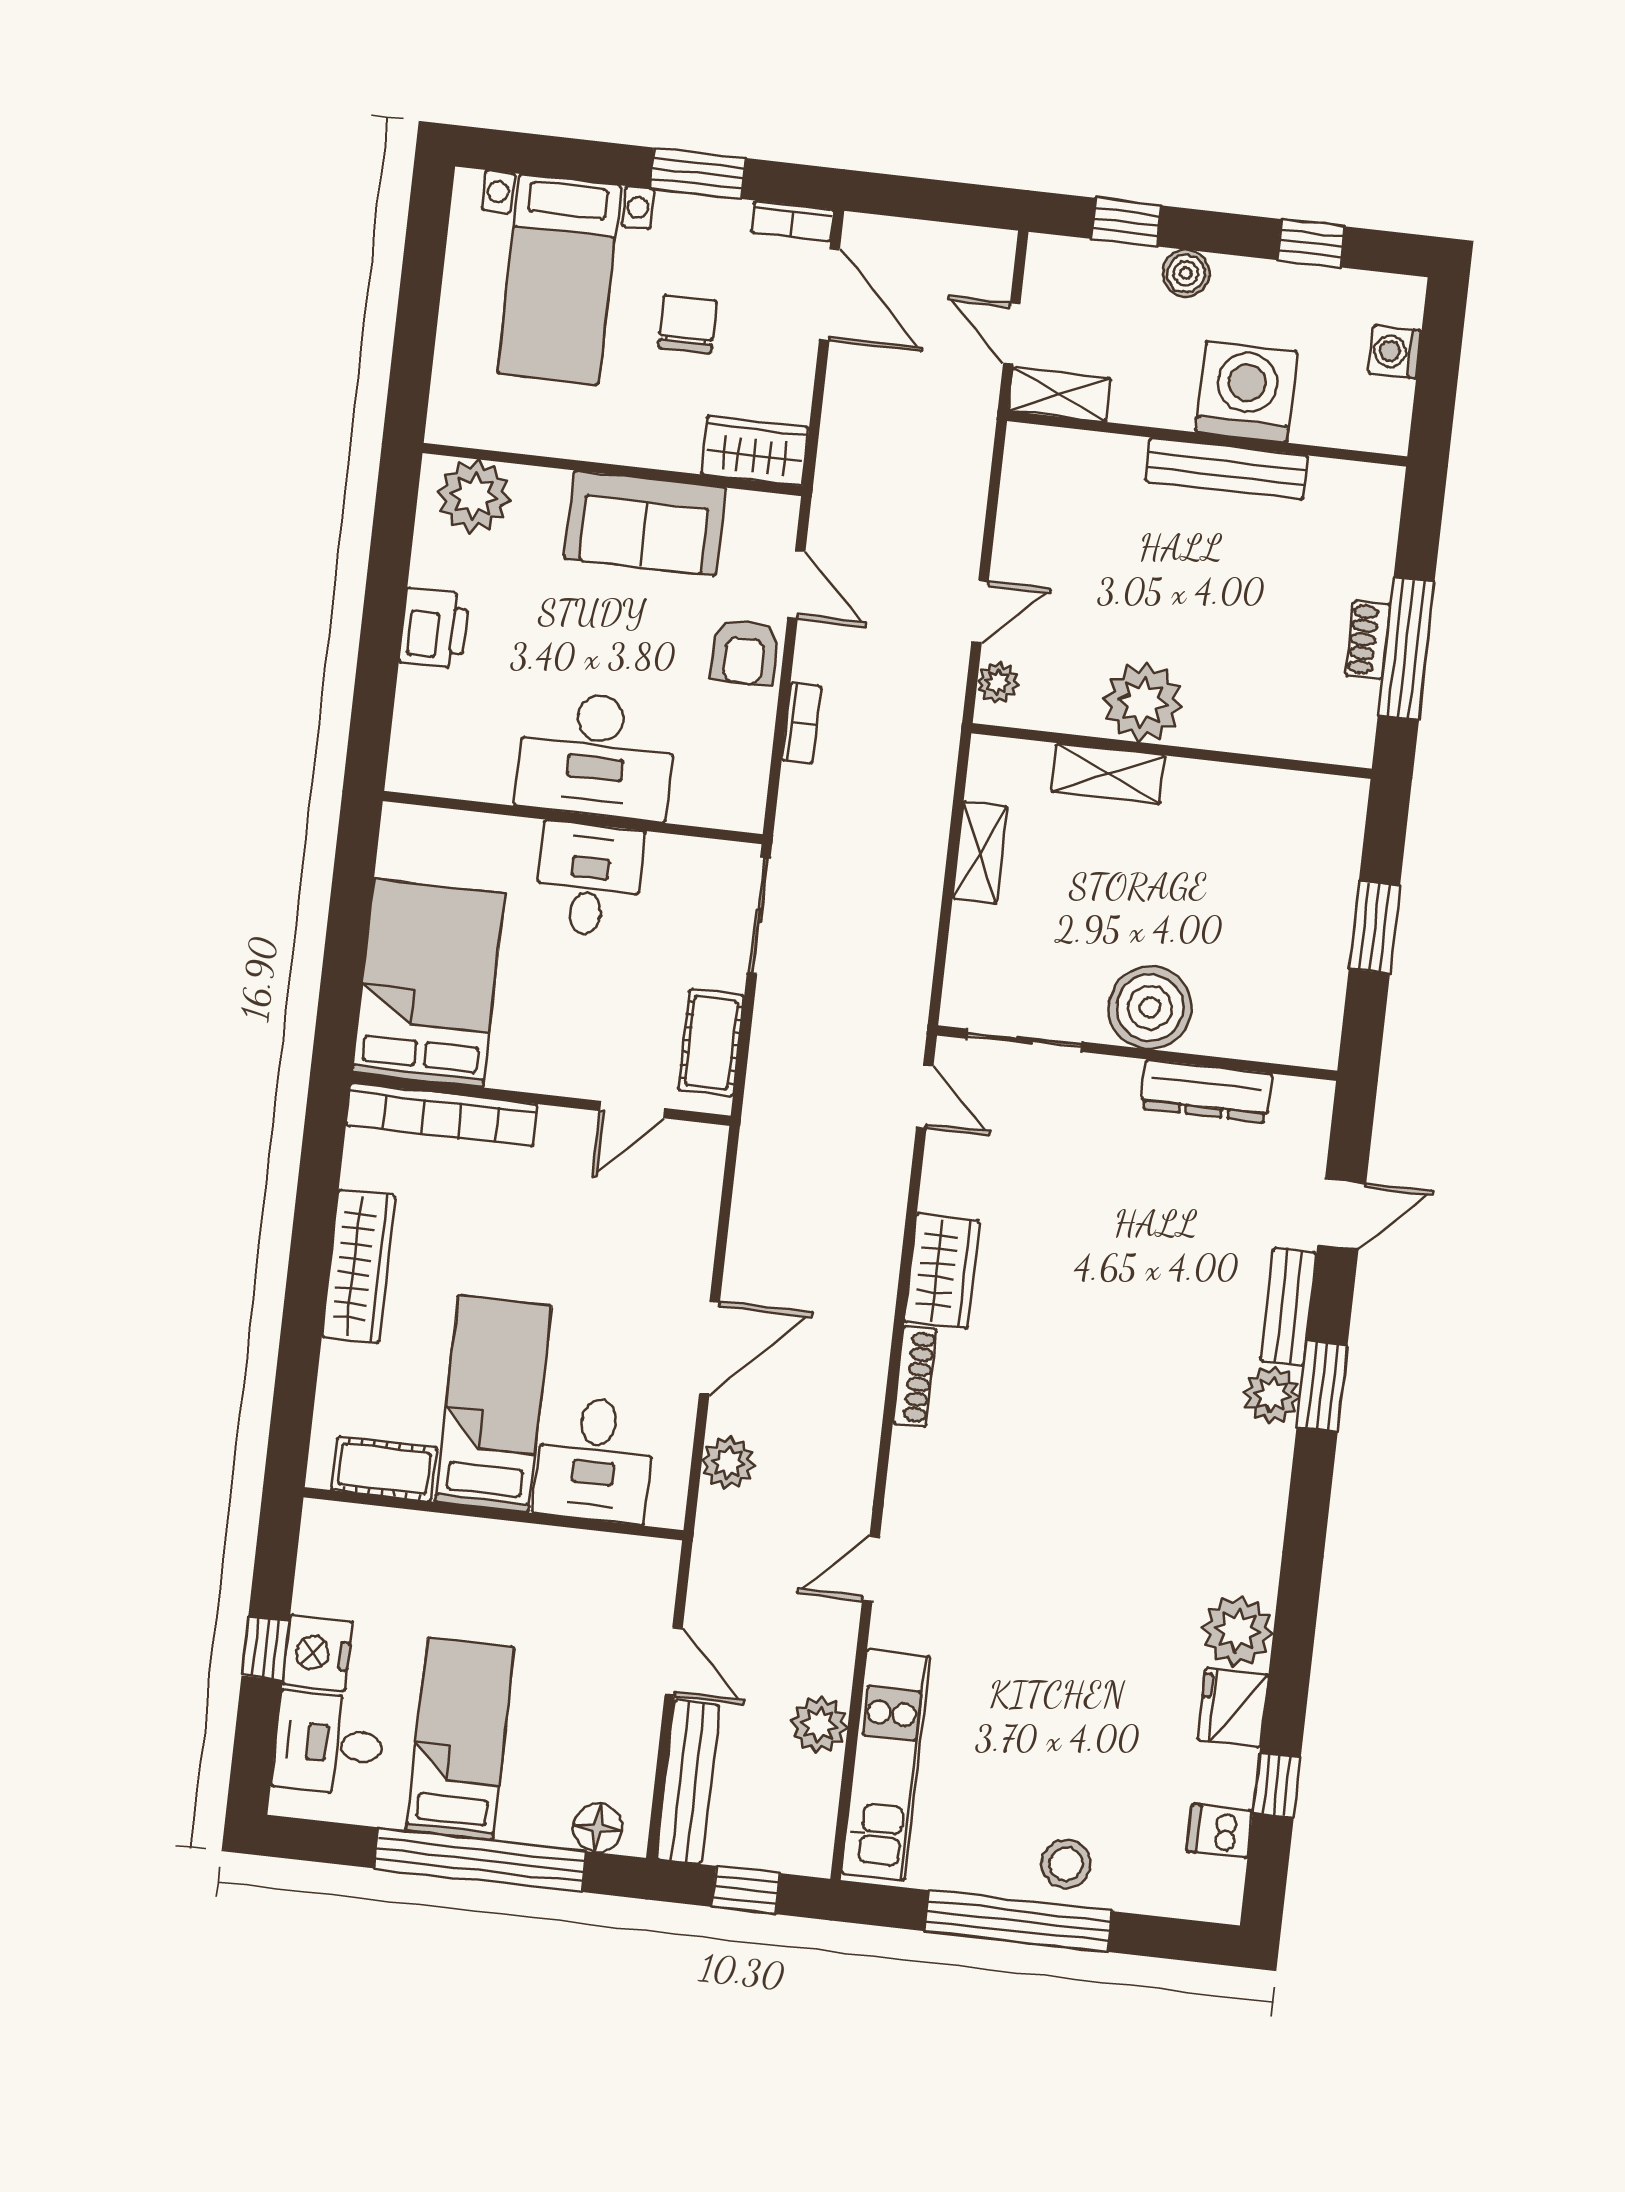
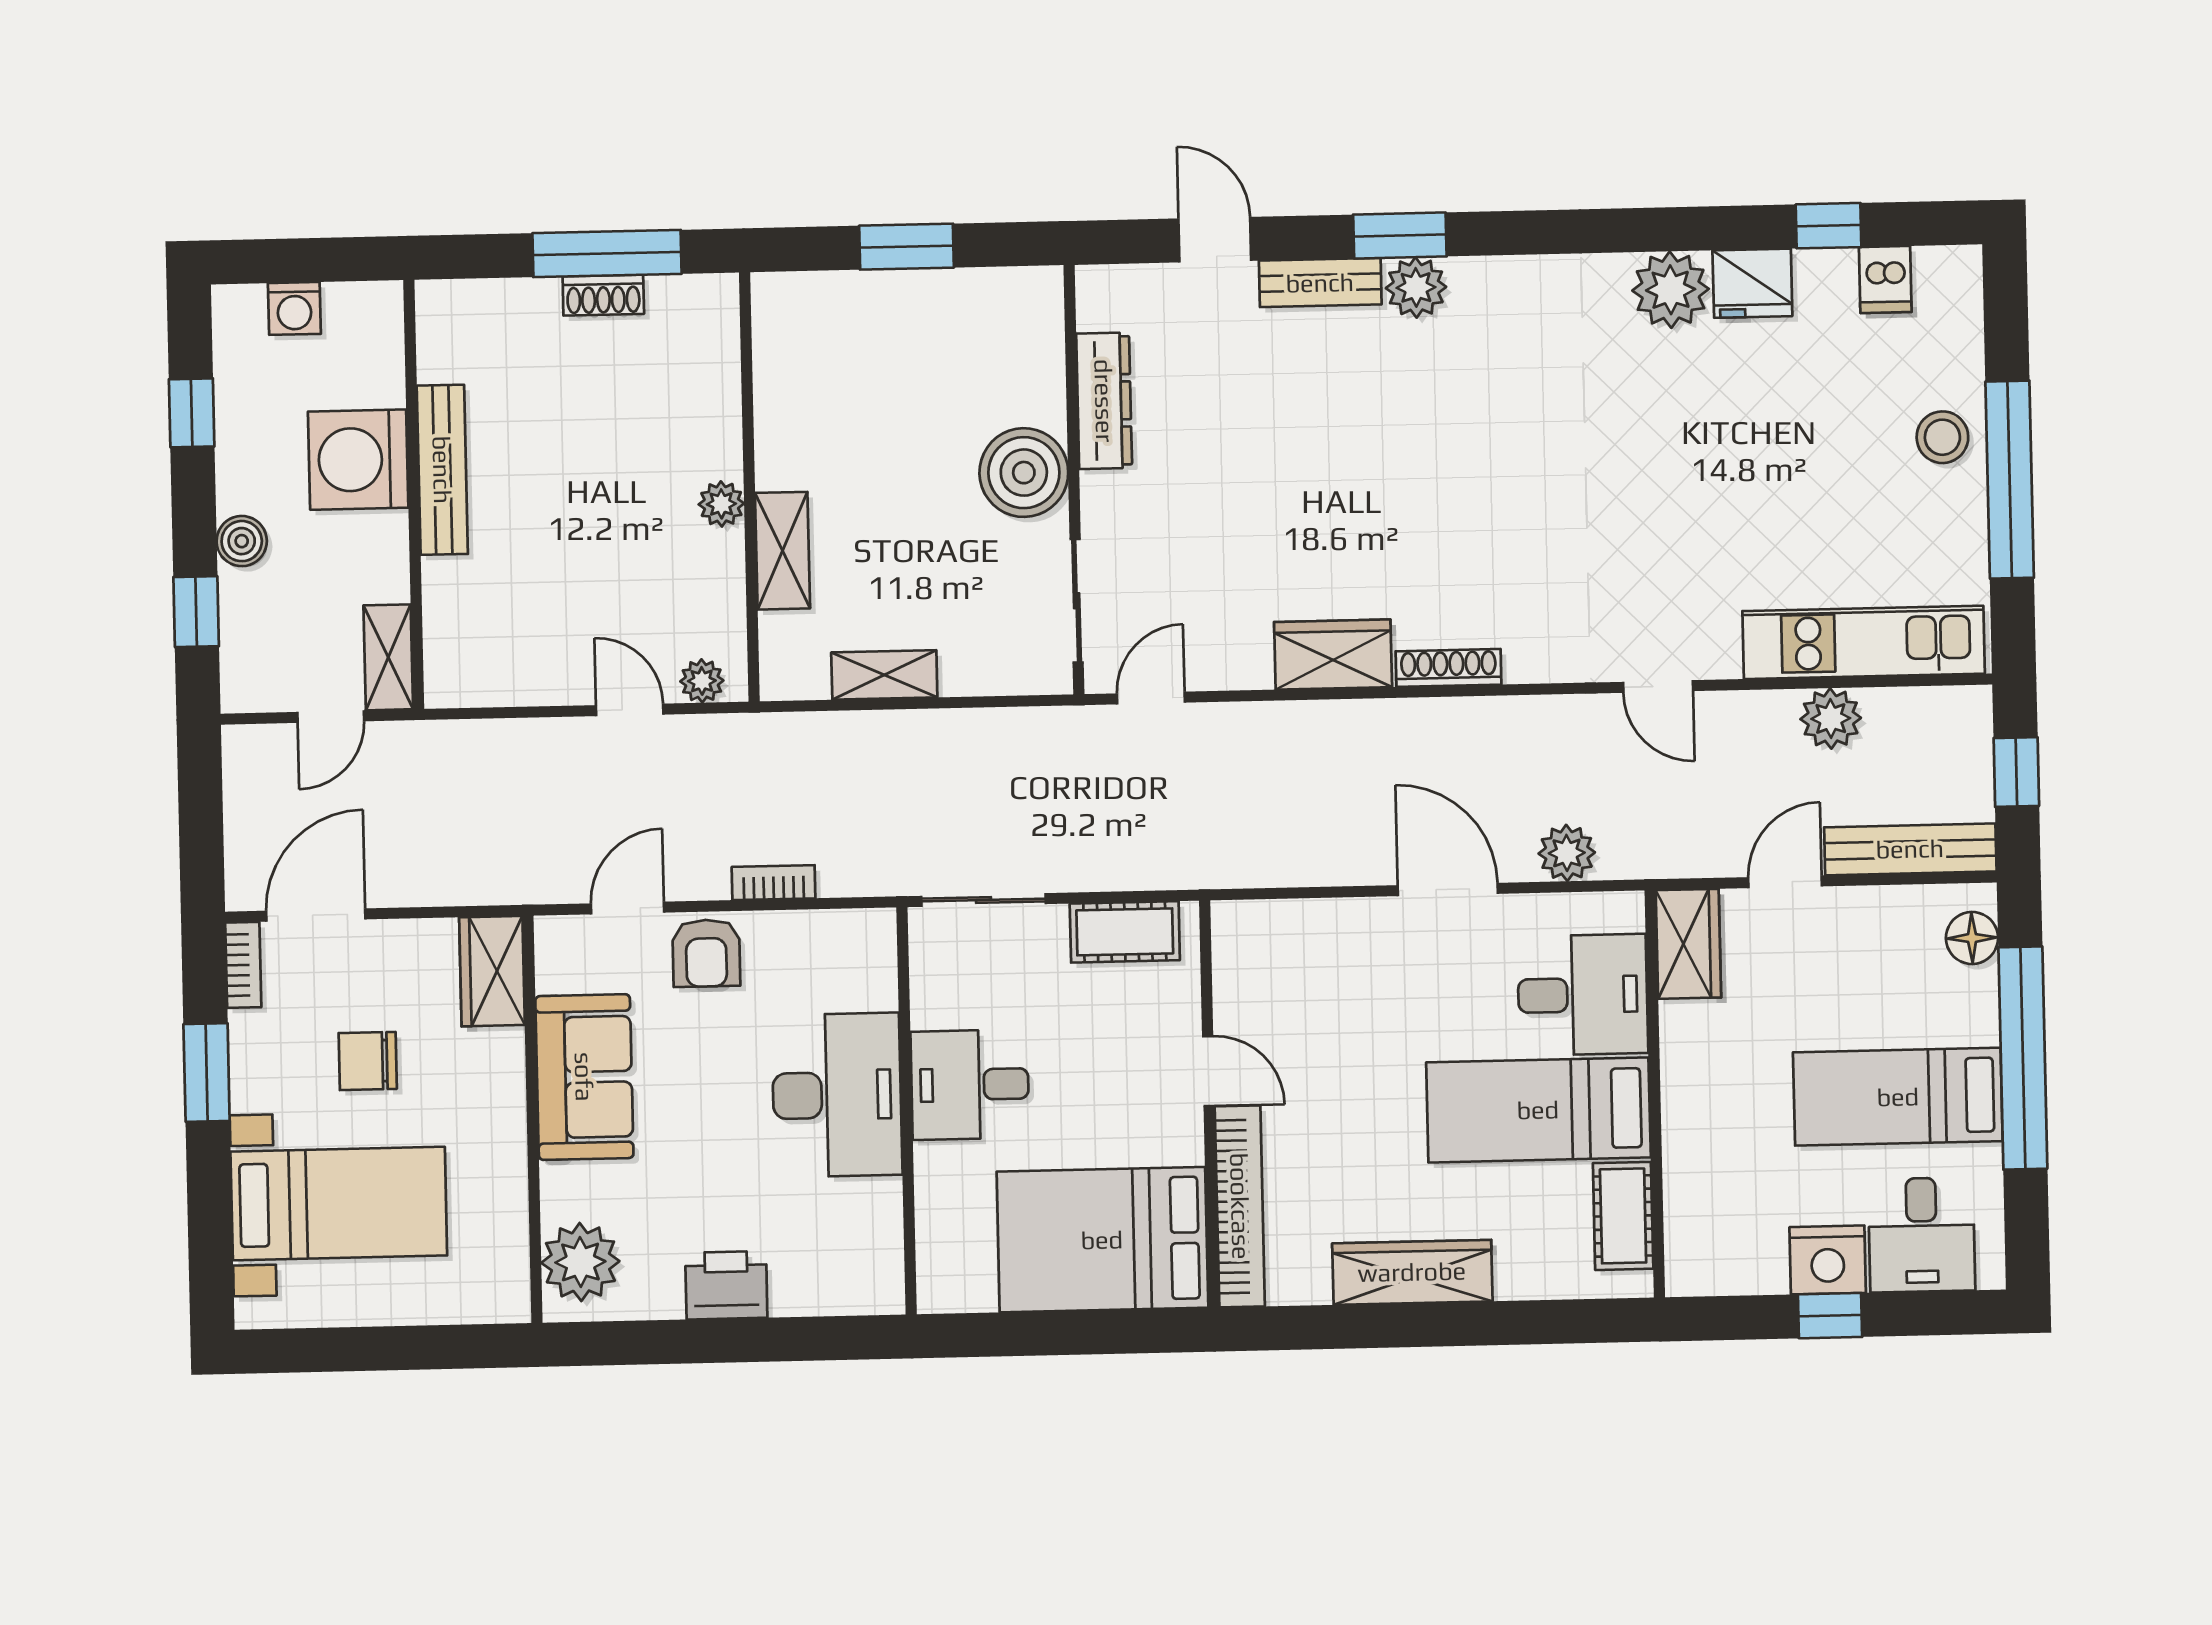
armchair: (745, 652) -> (706, 953), turned 90
plant: (1143, 702) -> (721, 504), width x0.53, depth x0.53
door: (633, 1110) -> (1208, 1071), moved
wardrobe: (628, 1564) -> (1688, 944), added

